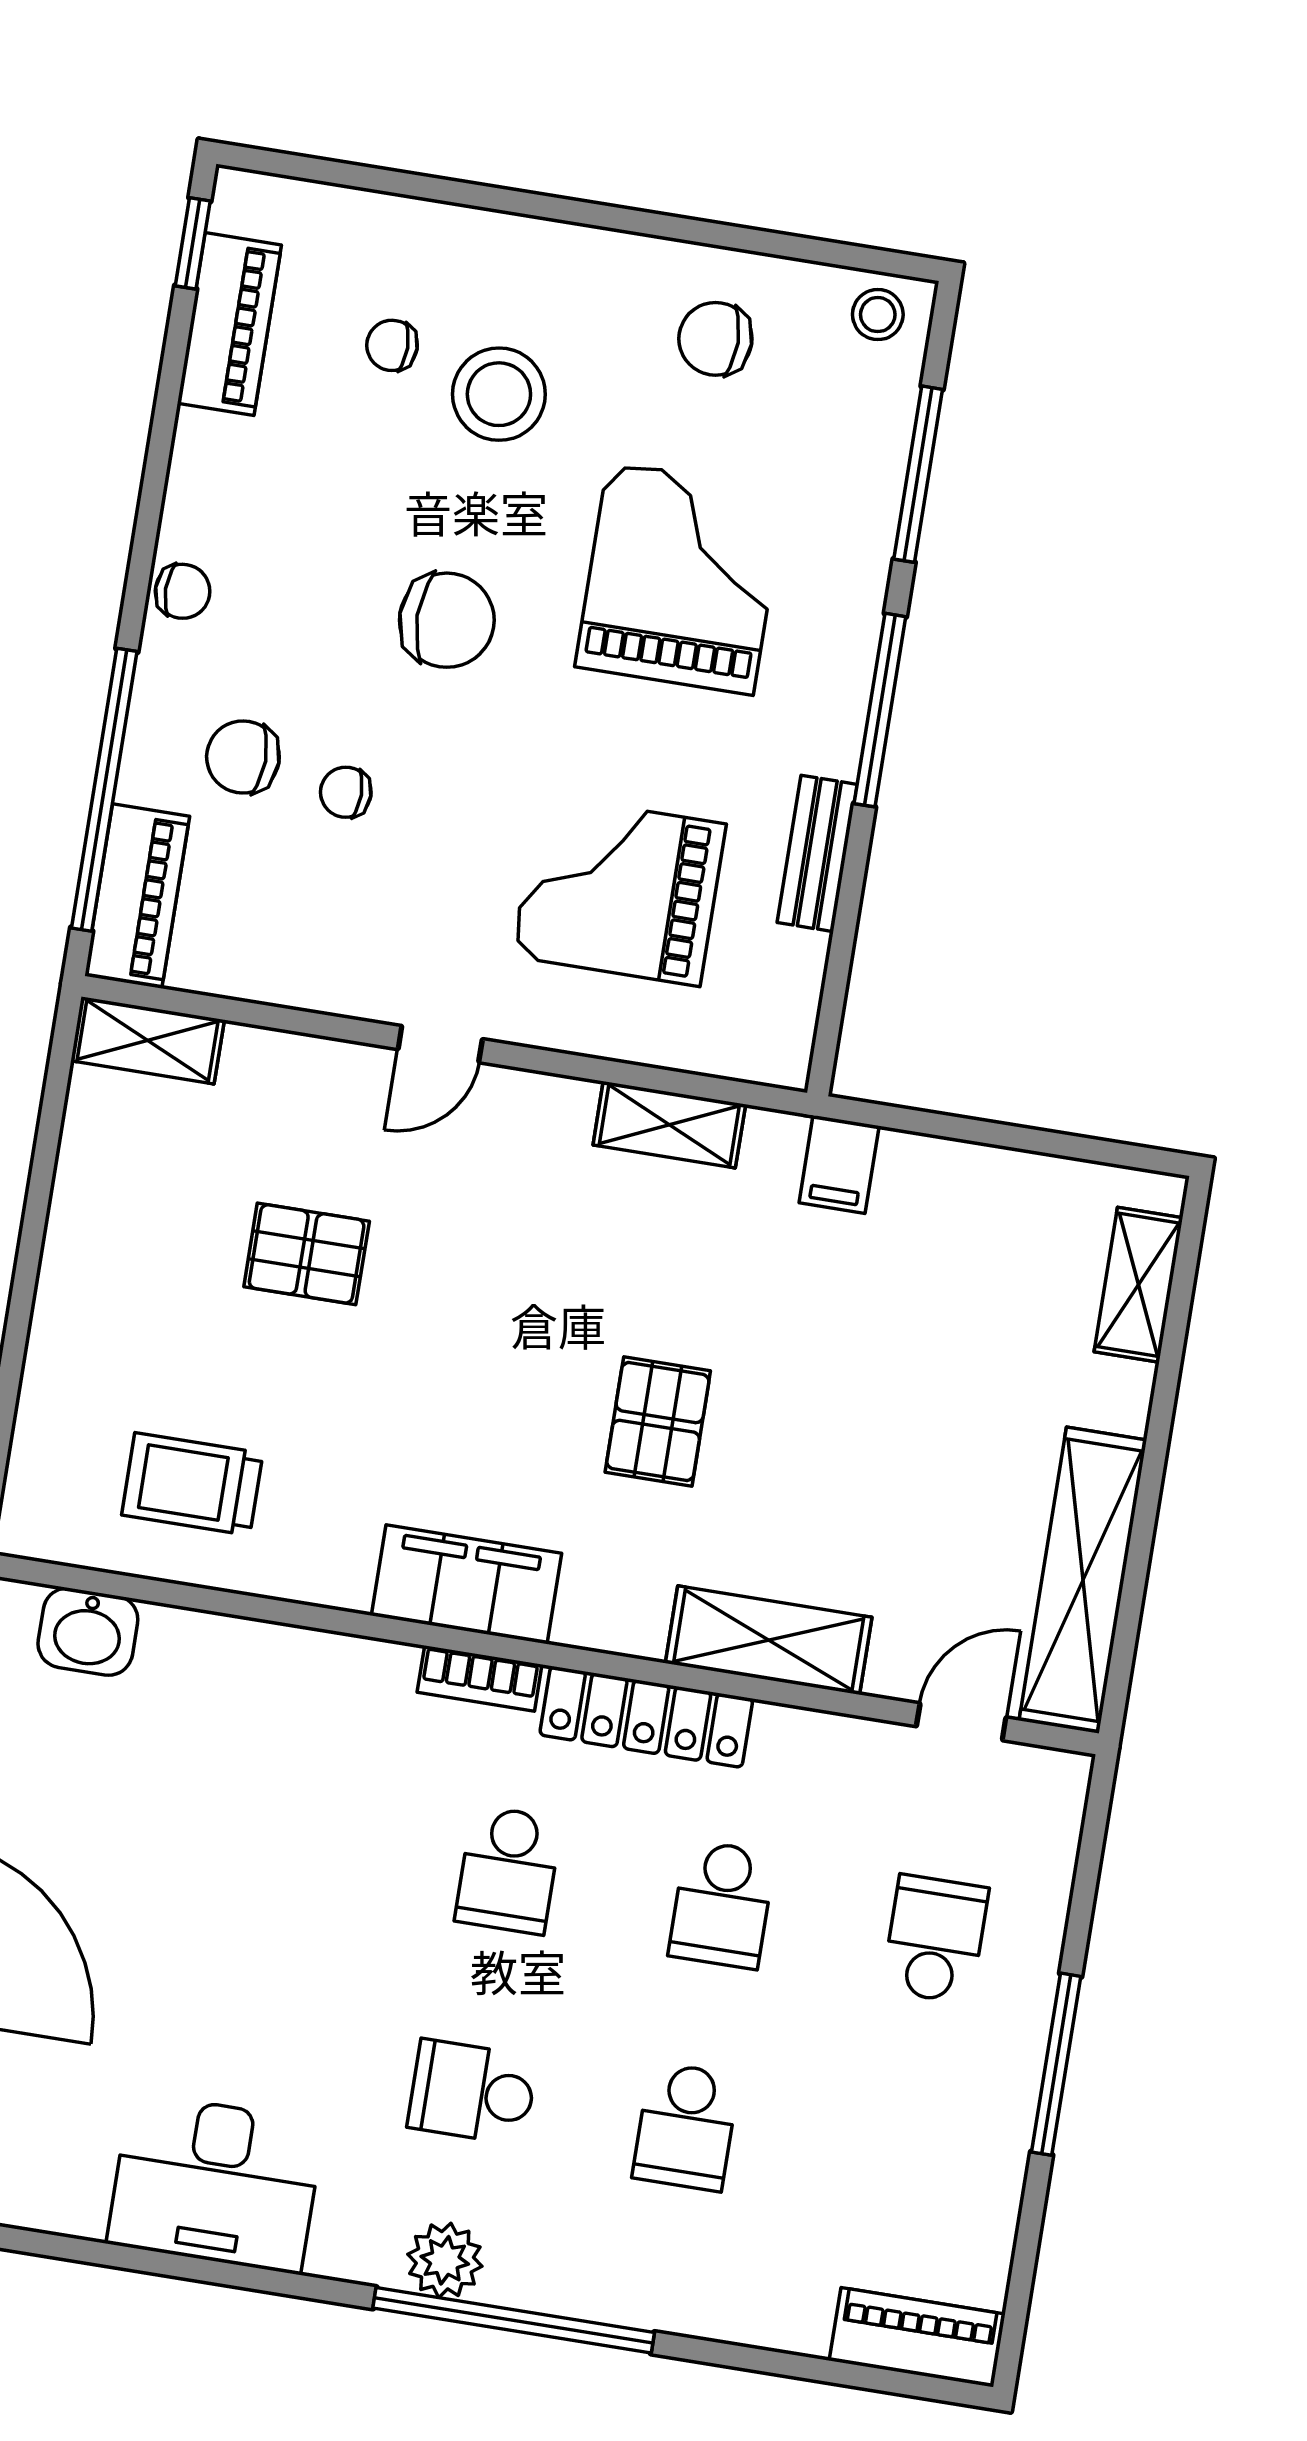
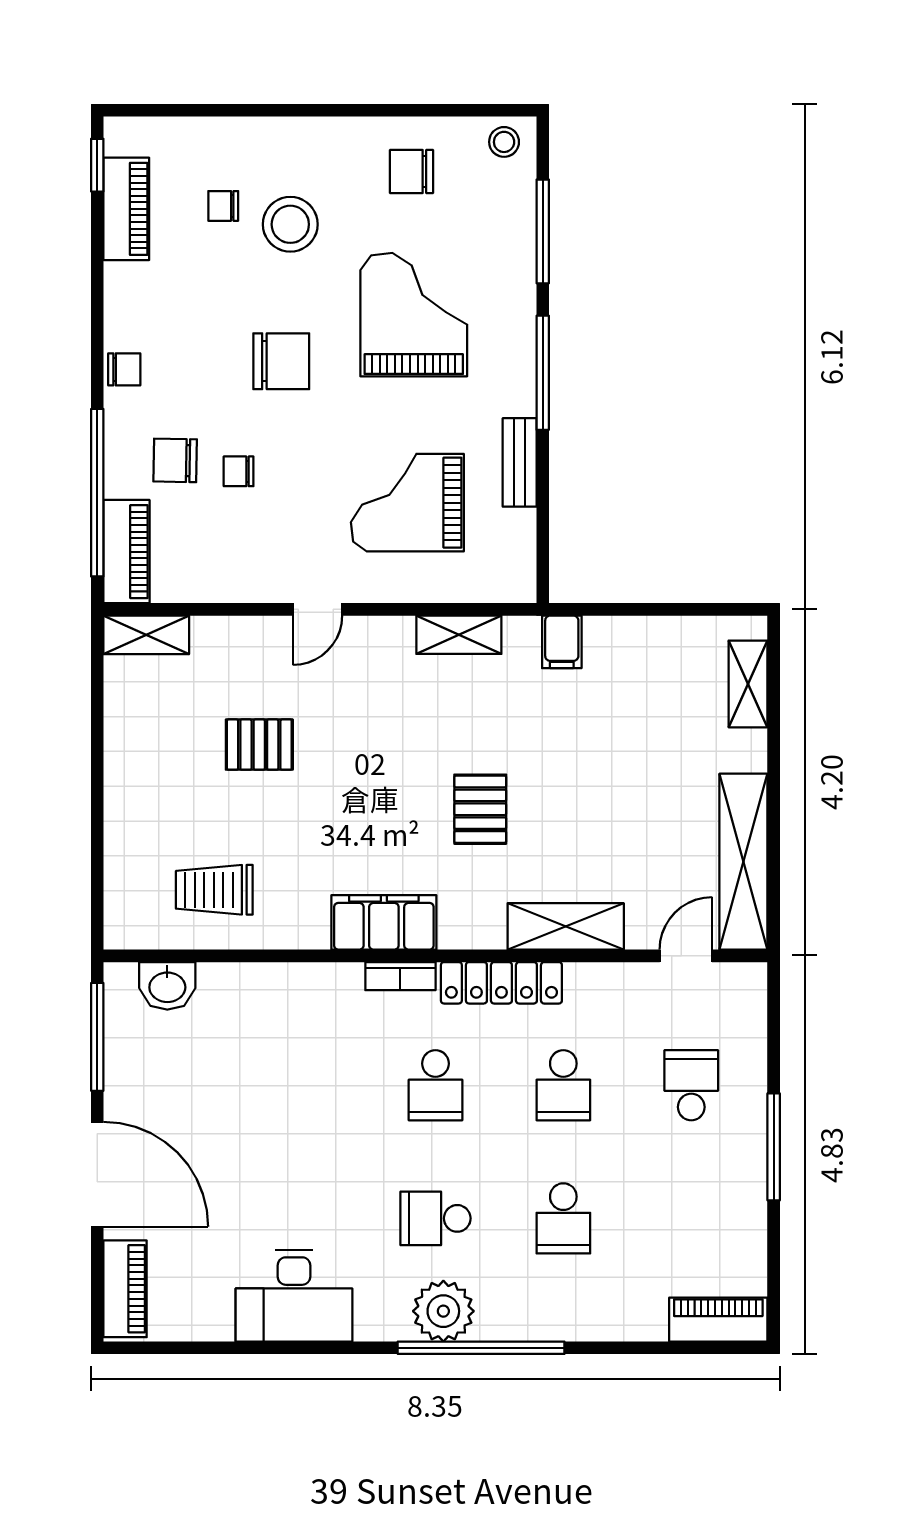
plant: (445, 2260) -> (443, 1311), width x1.36, depth x1.36

